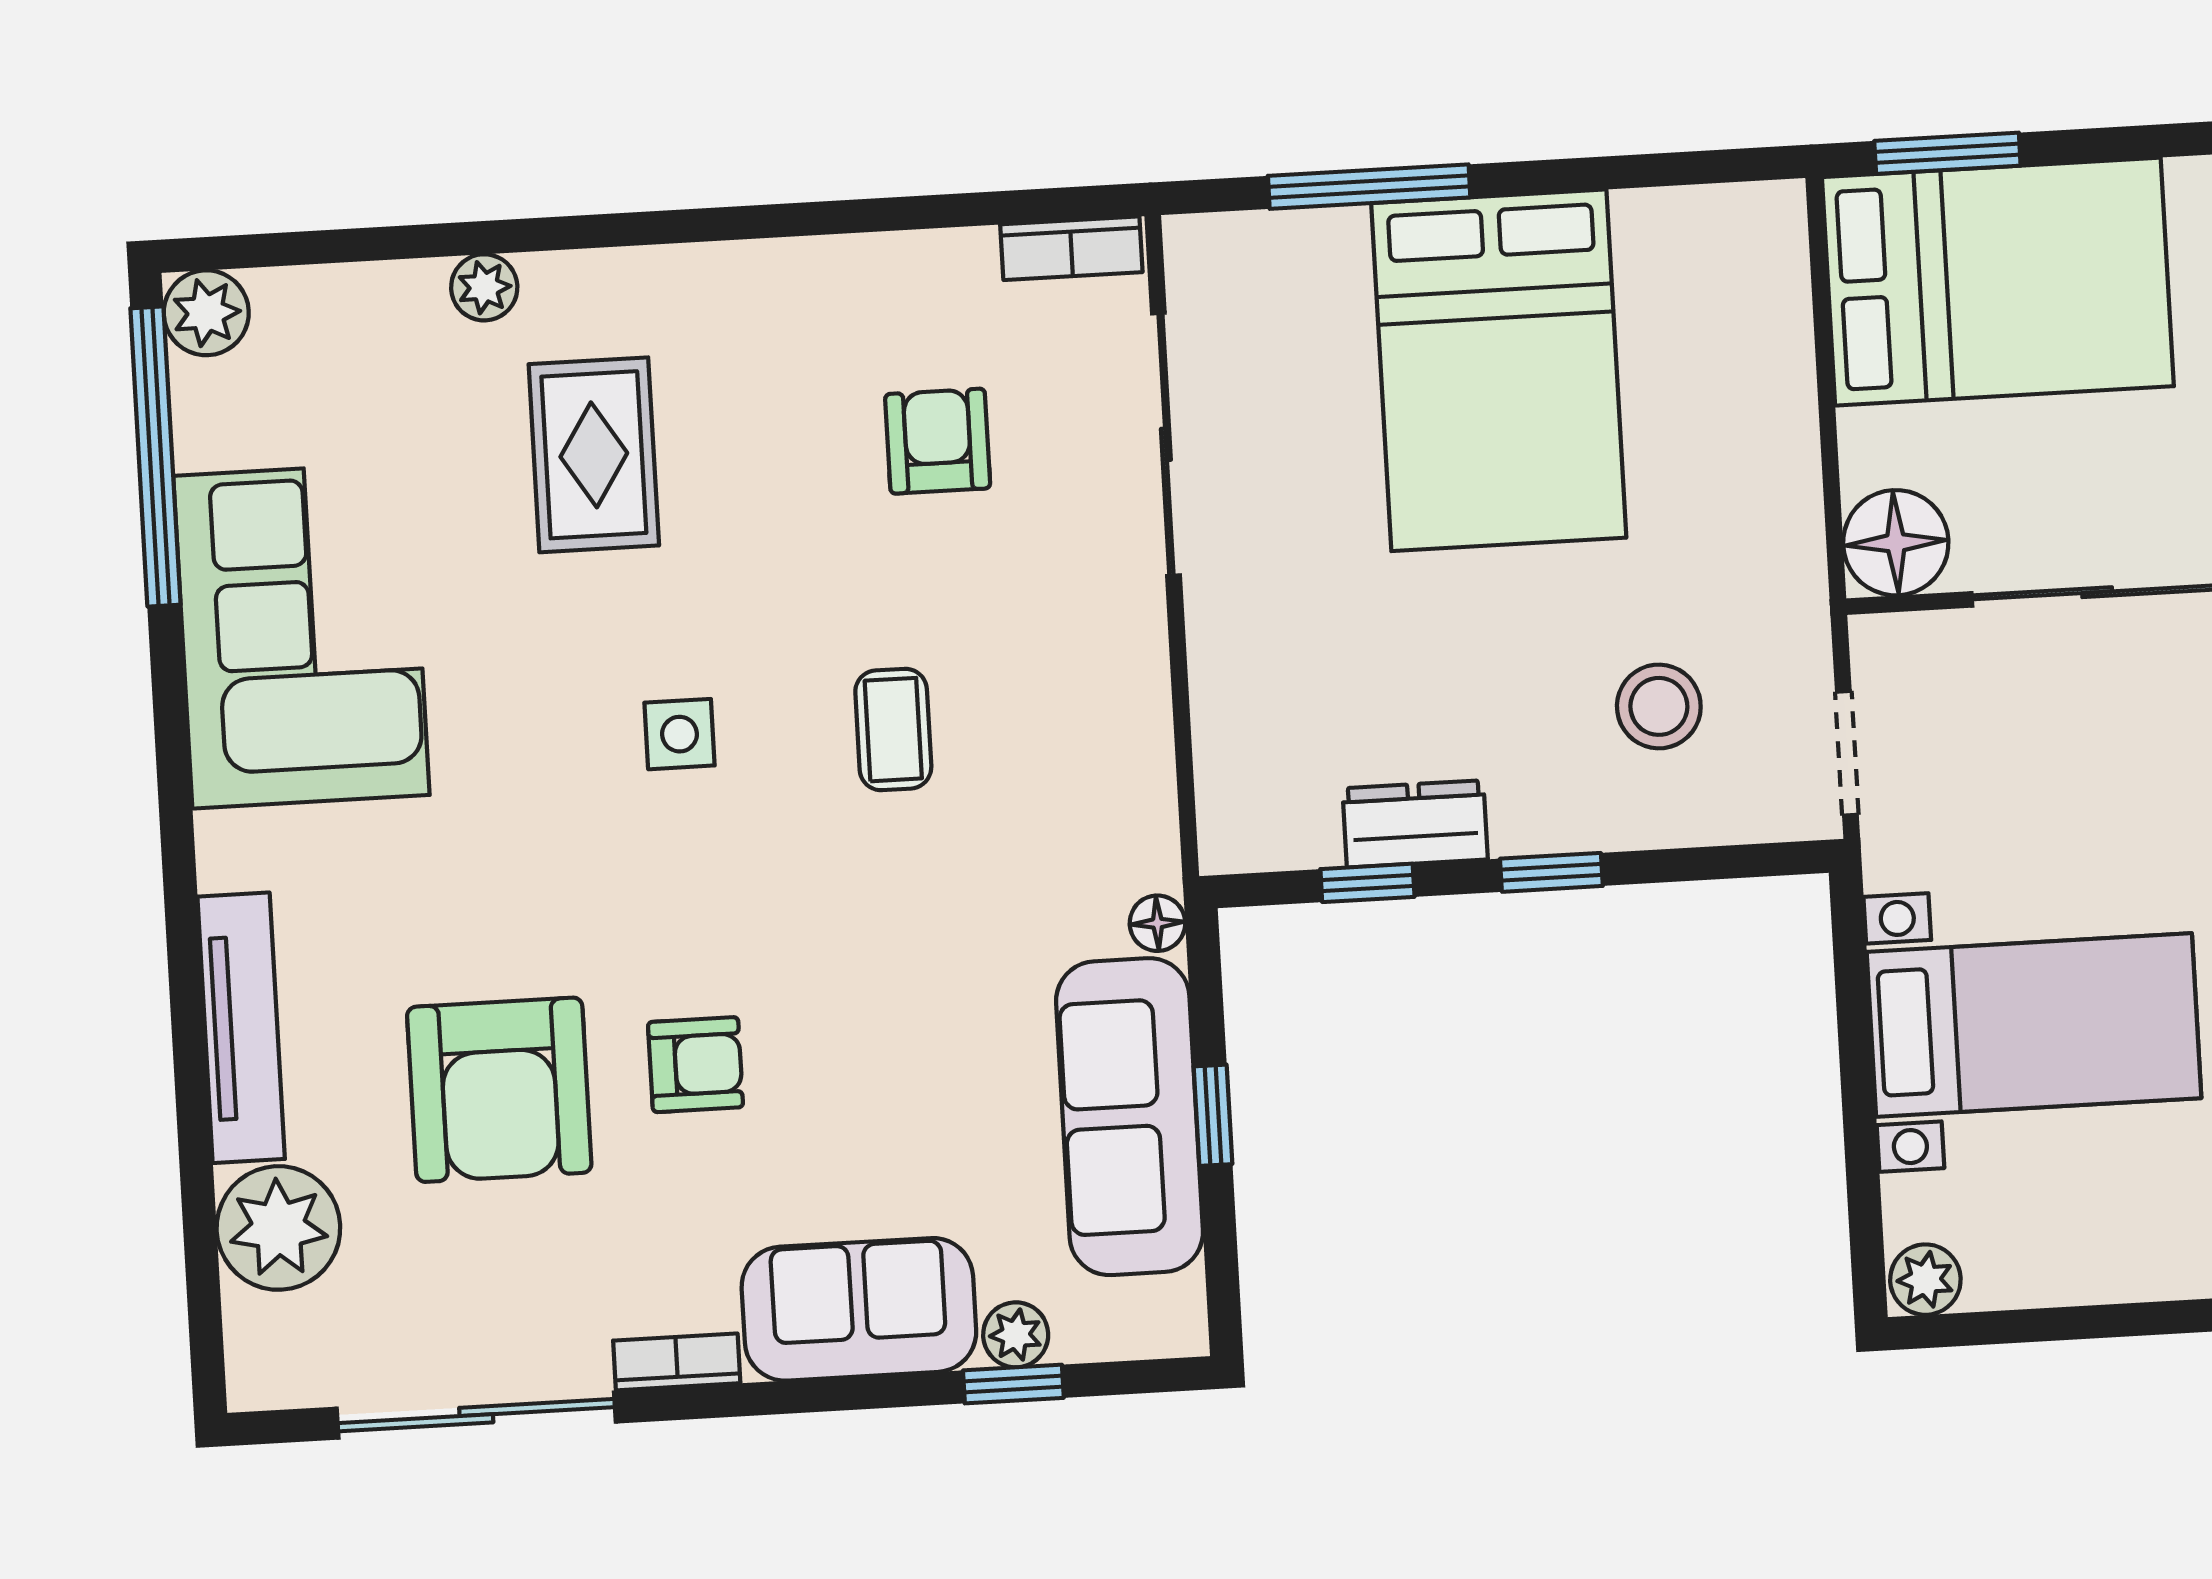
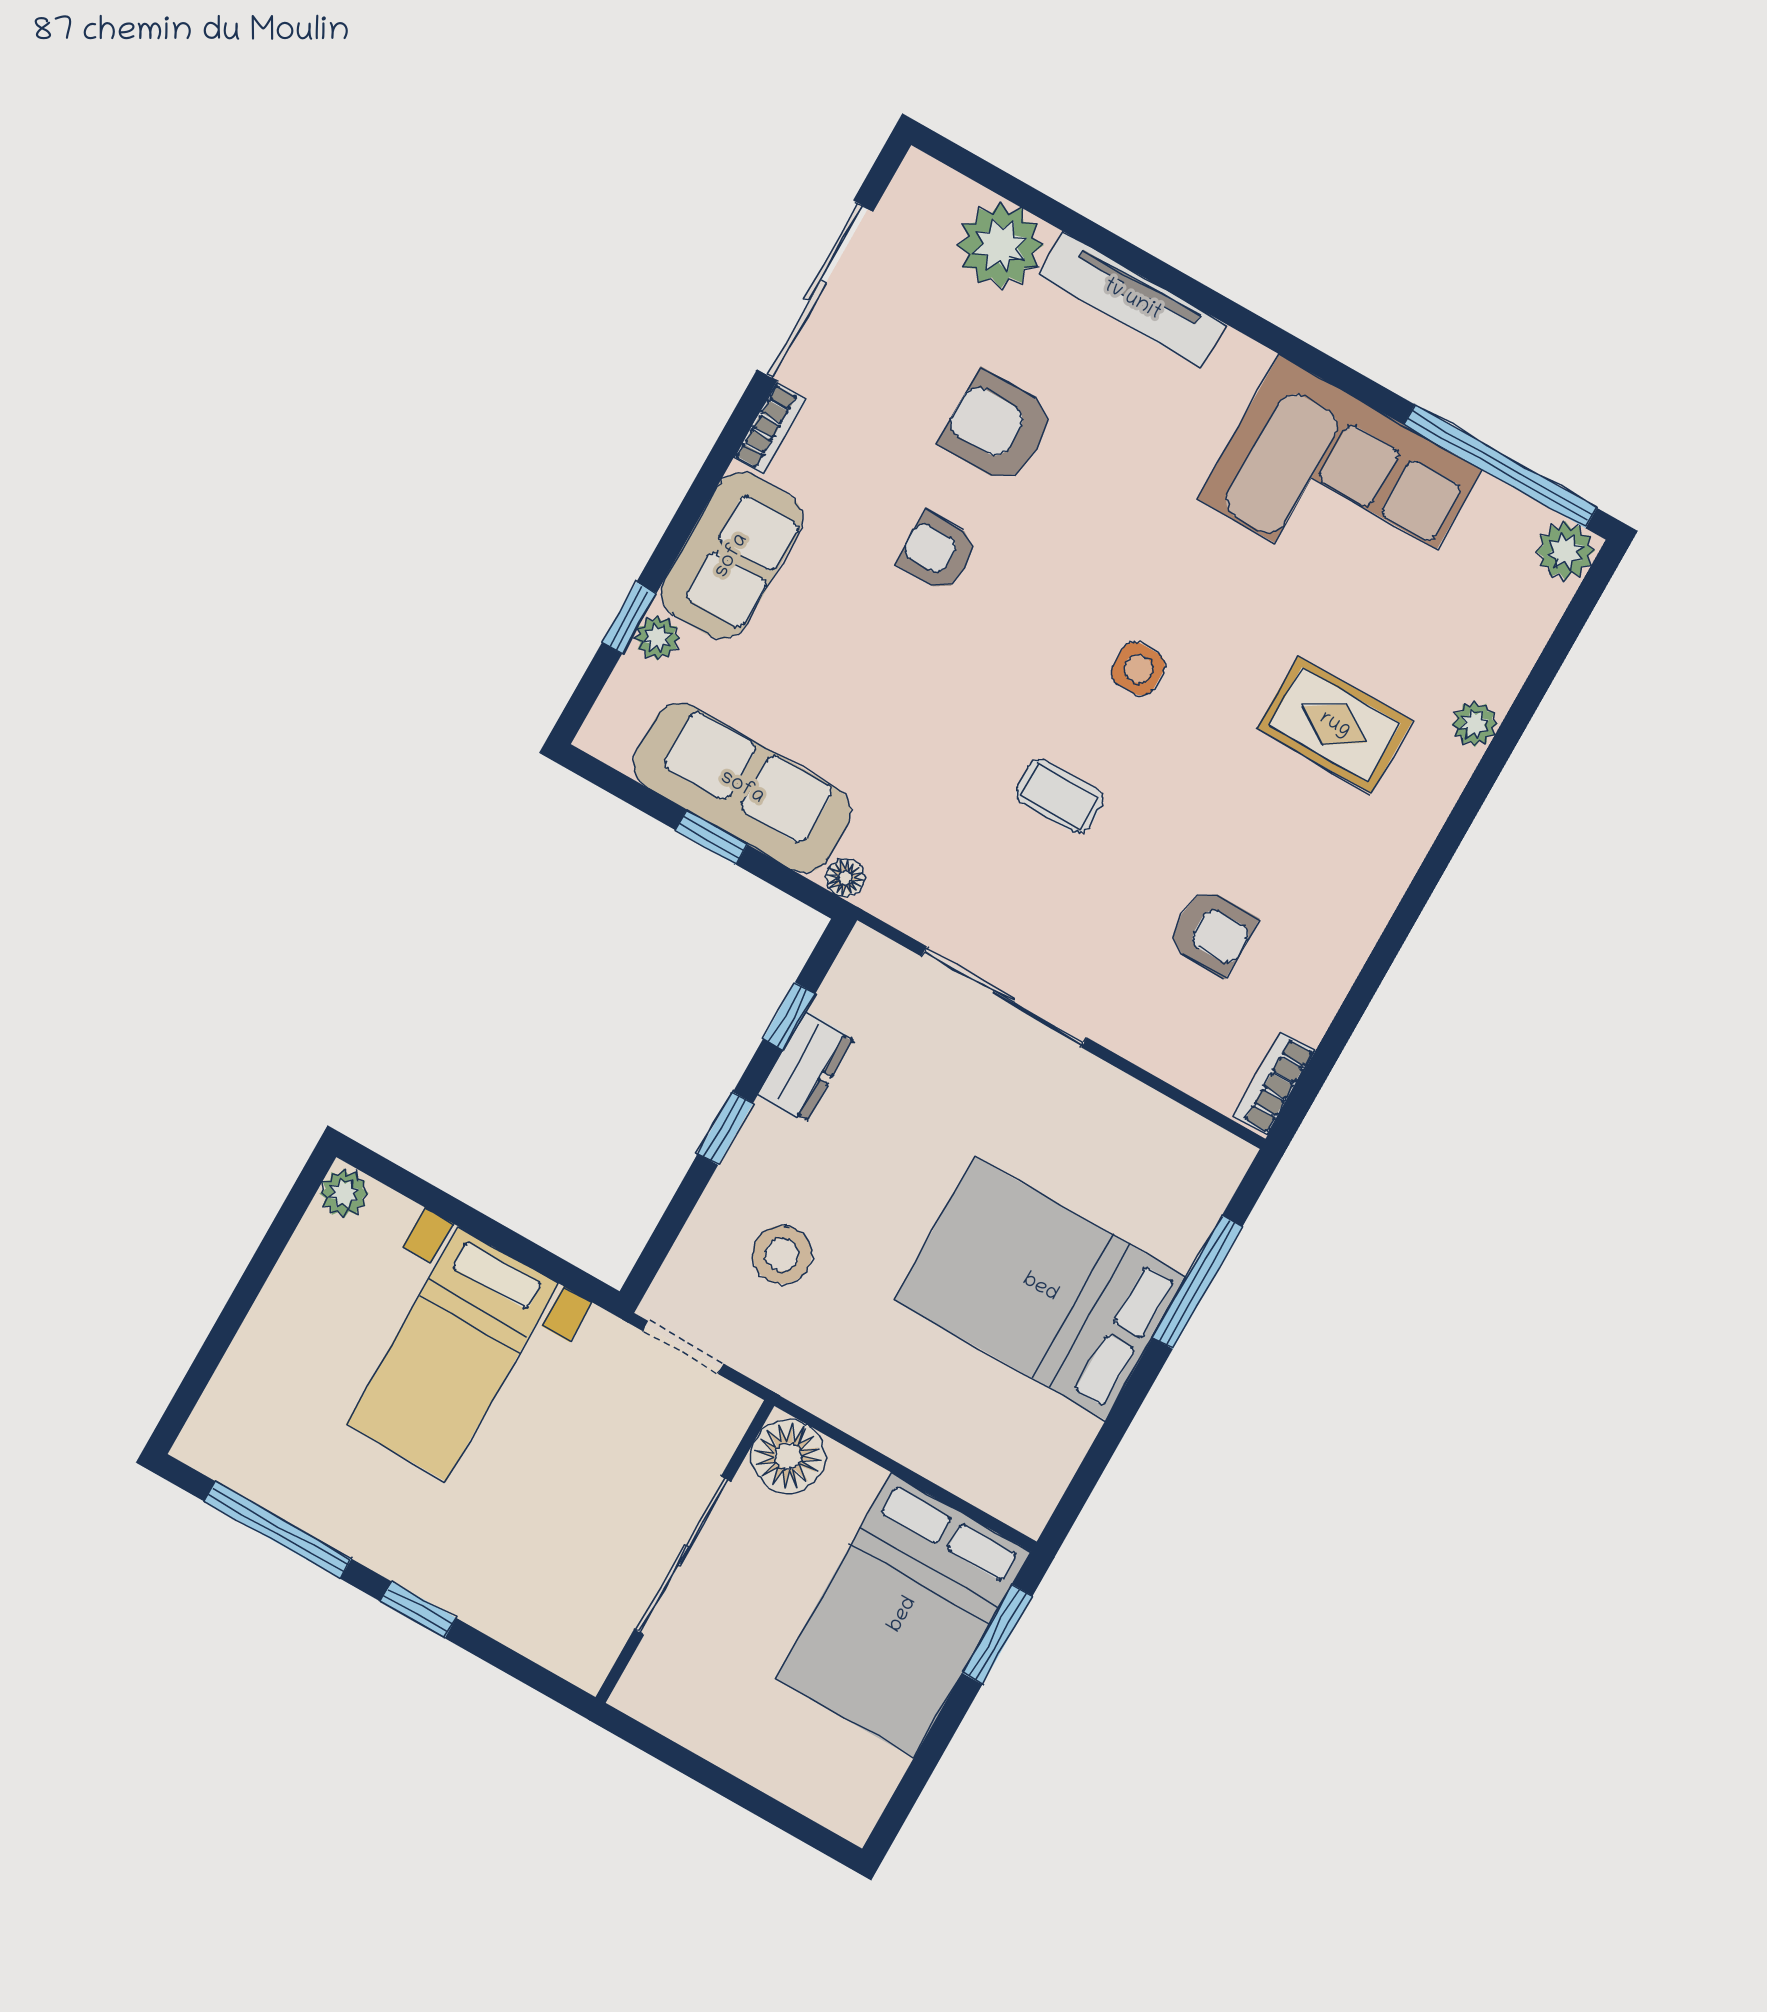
sliding door: (1166, 444) -> (1004, 997), moved
armchair: (695, 1065) -> (938, 553), turned 90
armchair: (499, 1090) -> (997, 428), width x0.73, depth x0.73

